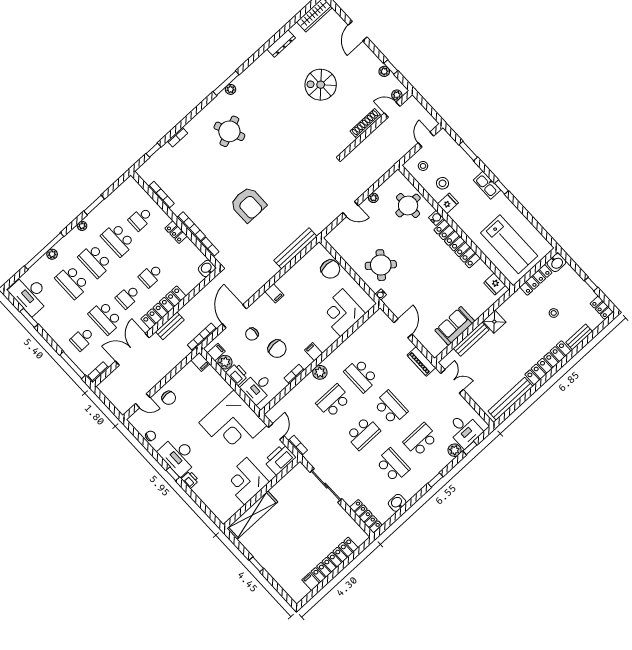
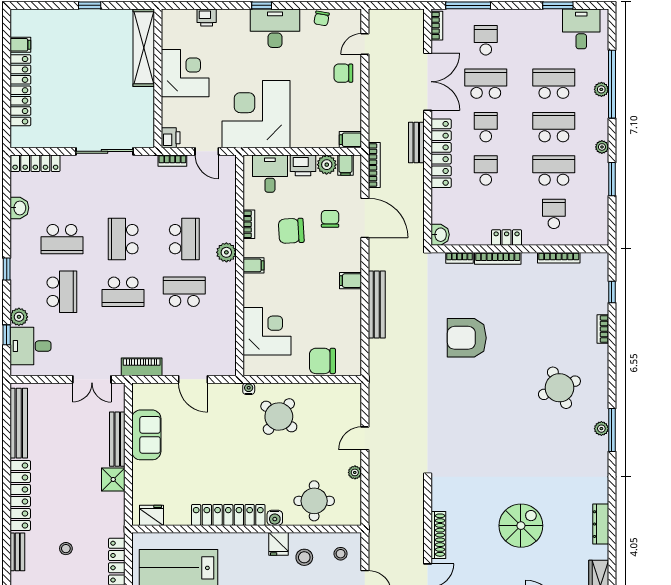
bench: (295, 248) -> (377, 304), moved
desk: (30, 294) -> (581, 29), width x0.73
printer: (280, 459) -> (171, 138), width x0.53, depth x0.68
printer: (190, 480) -> (207, 17), moved

